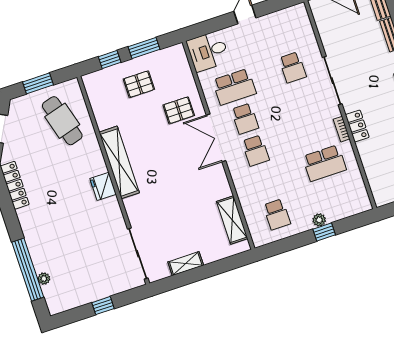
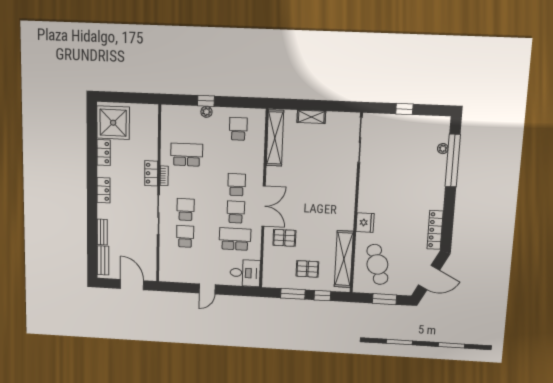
school desk: (303, 99) -> (186, 209), added
shelving: (119, 162) -> (344, 259), moved
fridge: (103, 186) -> (365, 223), moved
shelving: (232, 220) -> (275, 138), width x1.47
shelving: (186, 264) -> (311, 117), moved

